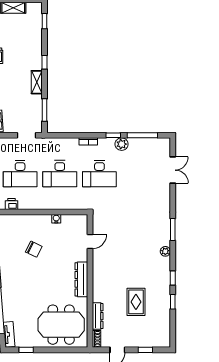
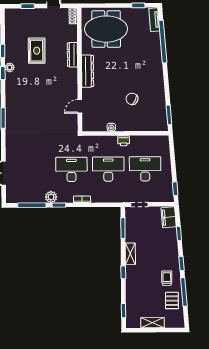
printer: (11, 204) -> (124, 141), moved
plant: (165, 251) -> (10, 67), moved
dresser: (98, 316) -> (72, 55), moved

